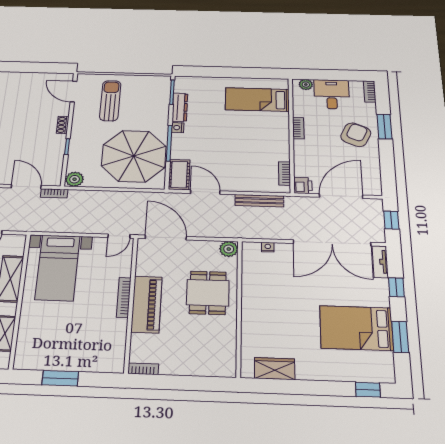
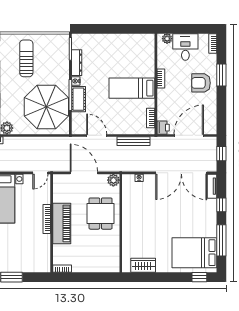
bed: (257, 99) -> (132, 88), moved
armchair: (356, 135) -> (201, 83), turned -114
cot: (179, 175) -> (78, 99), moved
door: (166, 238) -> (84, 173), moved
bed: (356, 328) -> (194, 253), moved
window: (400, 337) -> (221, 240), width x1.44

